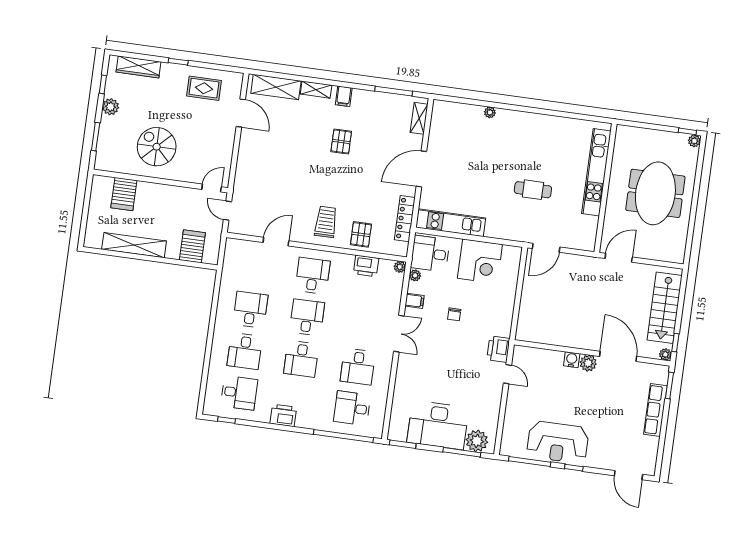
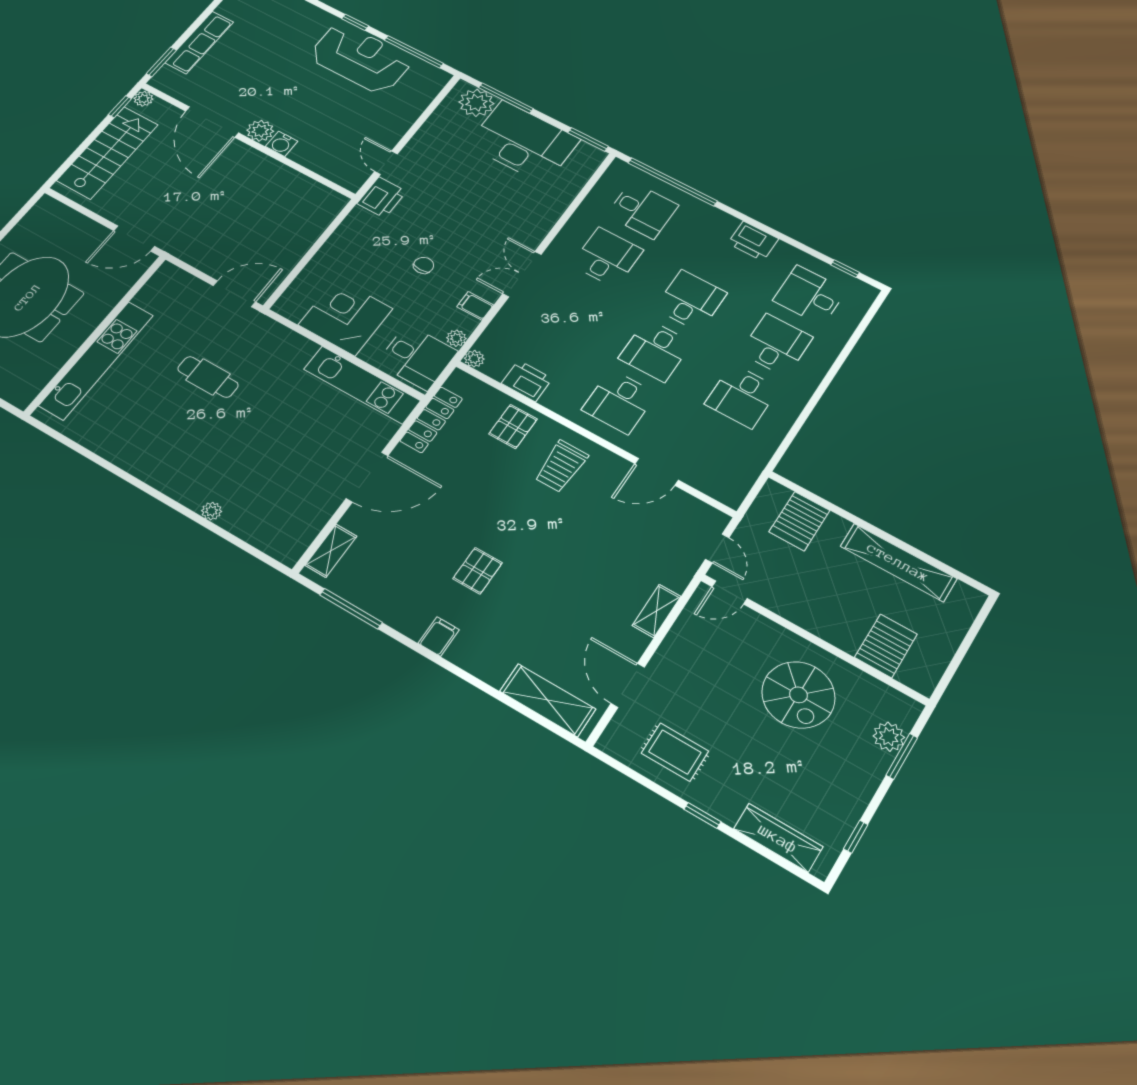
shelving: (316, 90) -> (657, 611), moved, turned 90
plant: (111, 107) -> (889, 737), moved

